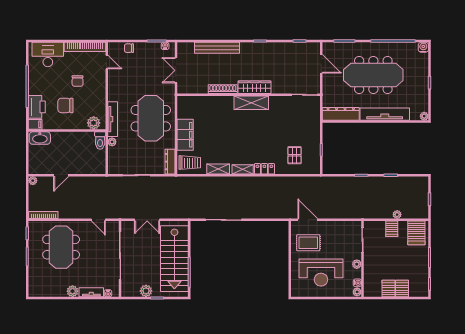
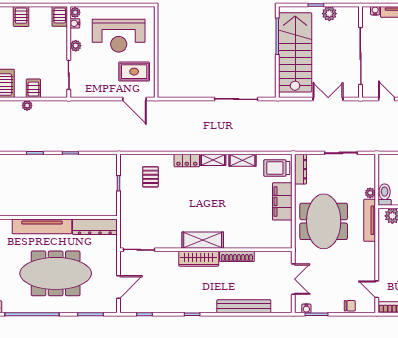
door: (321, 64) -> (118, 287), swing flipped
reception desk: (321, 272) -> (119, 36), turned 180
server rack: (388, 289) -> (60, 16), moved

